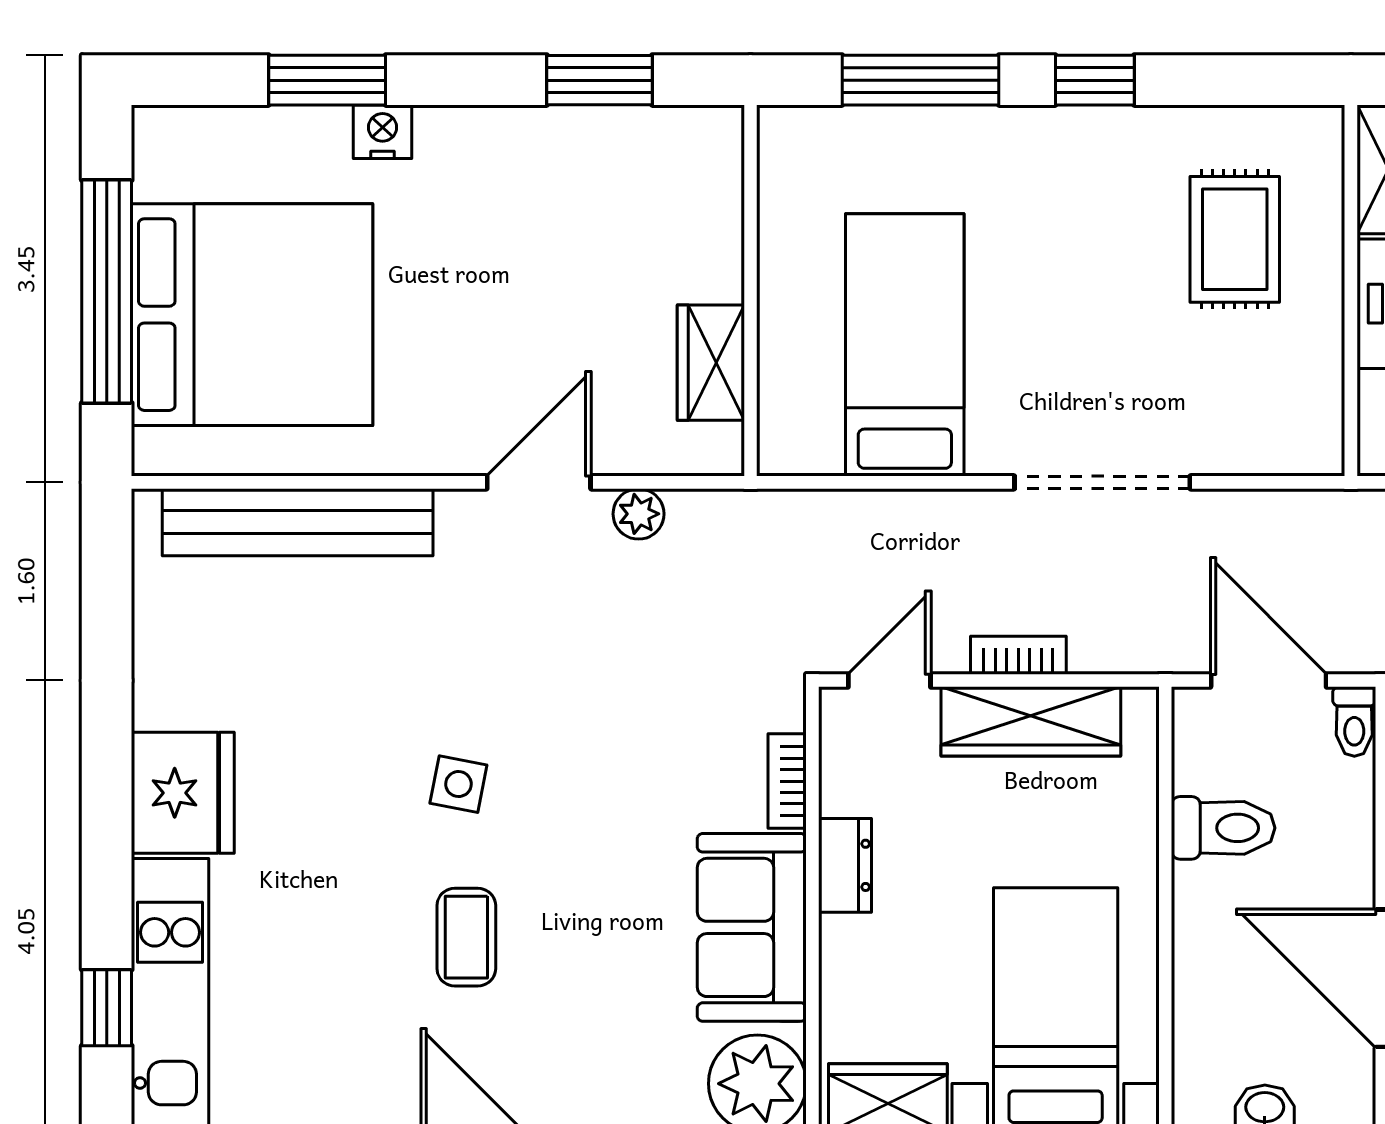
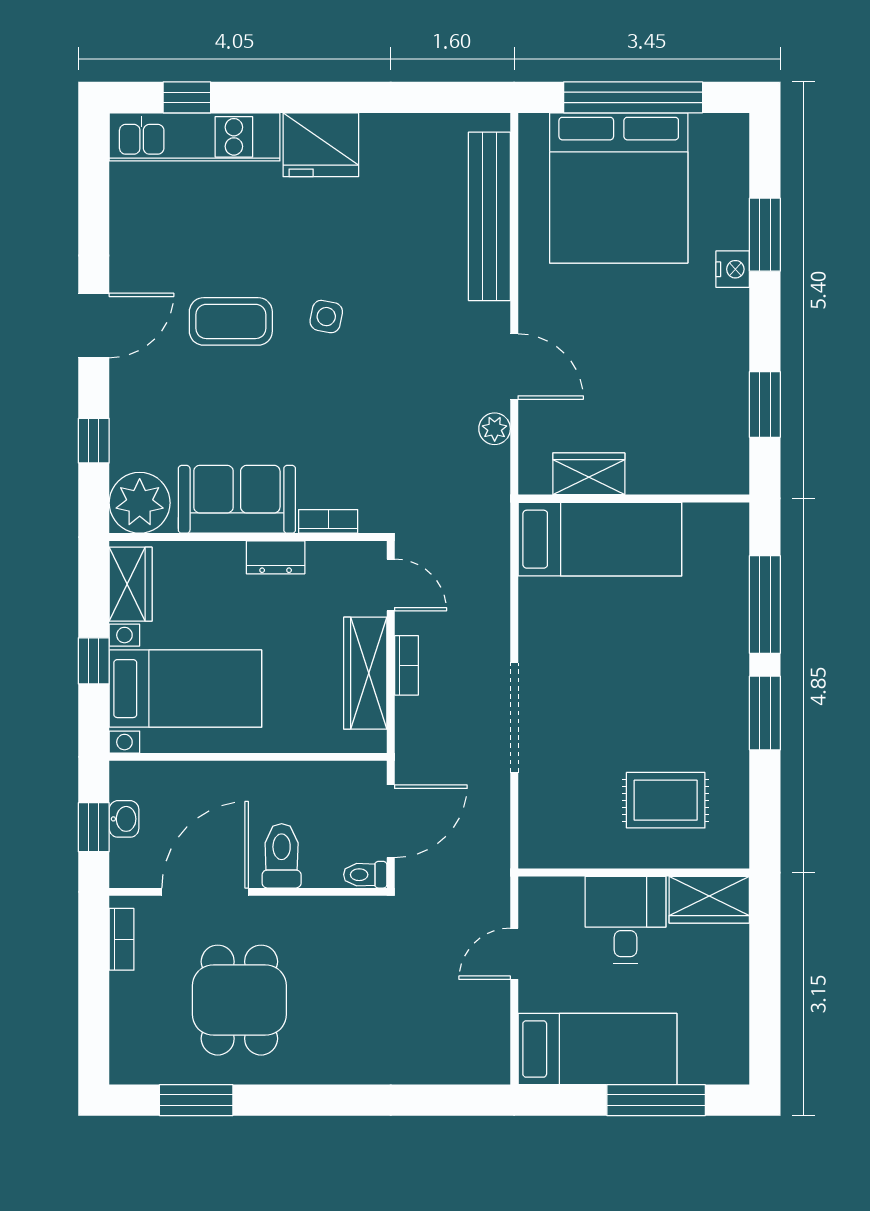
window: (1095, 80) -> (765, 713), width x1.50
bed: (905, 345) -> (600, 539), moved
toilet: (1223, 828) -> (282, 856), moved, turned 180
coffee table: (466, 937) -> (231, 321), width x1.36, depth x1.30

